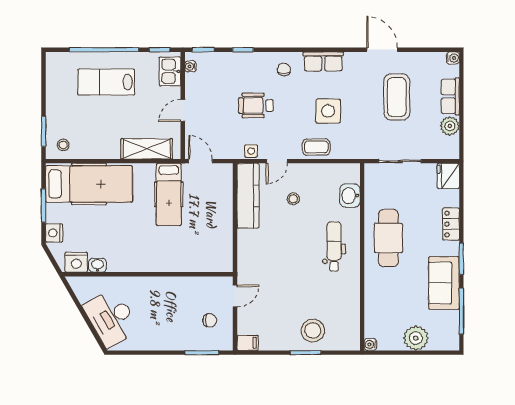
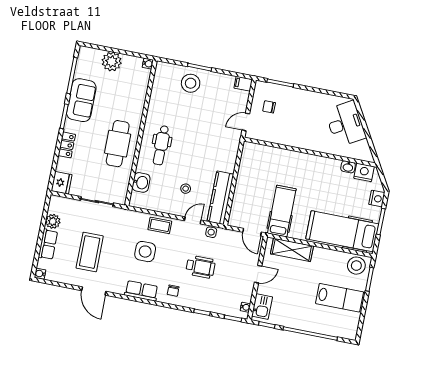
lab bench: (106, 82) -> (340, 298), moved
stool: (63, 145) -> (356, 266), width x1.89, depth x1.89

